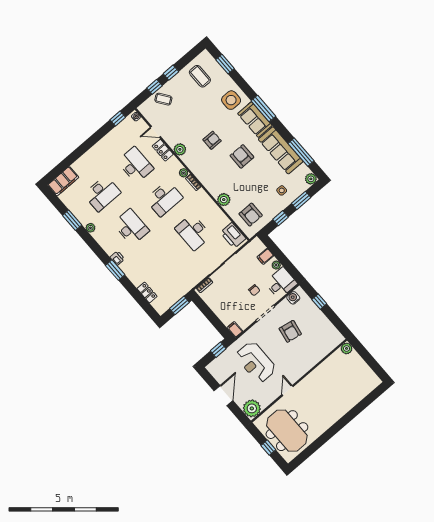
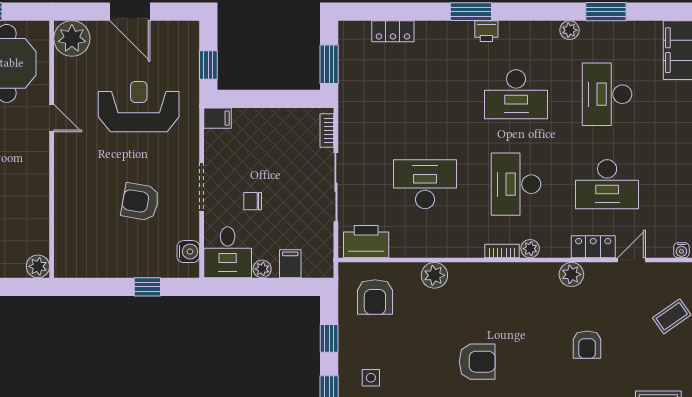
armchair: (212, 140) -> (587, 345), moved
armchair: (251, 215) -> (375, 297), turned -90

